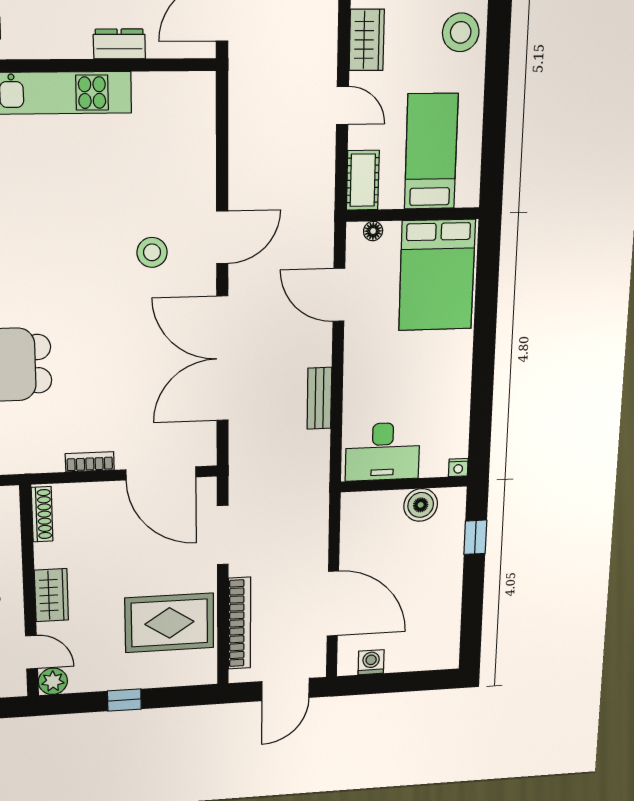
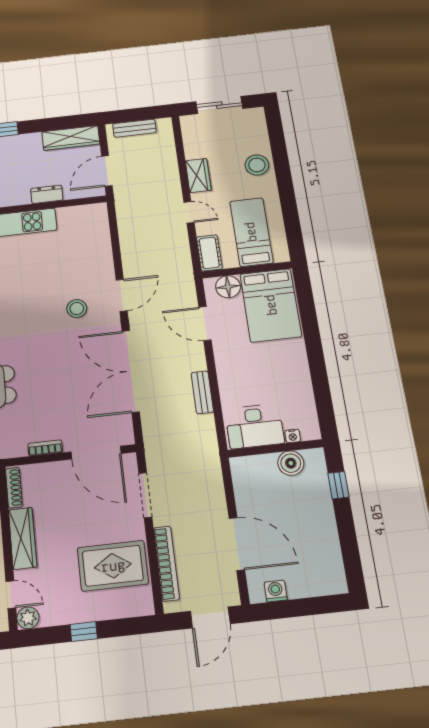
floor lamp: (373, 231) -> (228, 287), width x1.89, depth x1.89
nightstand: (458, 467) -> (293, 436), moved
wardrobe: (51, 595) -> (23, 538), width x1.50

